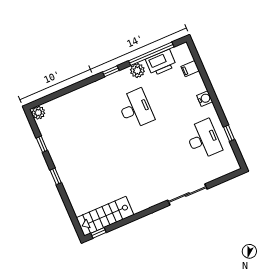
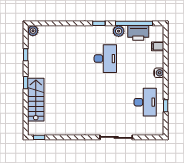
stairs: (105, 216) -> (36, 100), moved, turned 90

